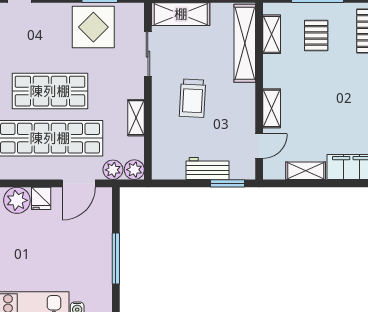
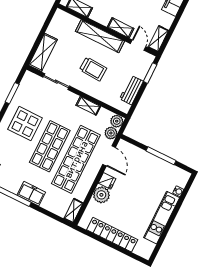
display table: (93, 27) -> (25, 124), moved
shelving: (245, 43) -> (100, 36), moved
workbench: (208, 169) -> (131, 90), moved
shelving: (306, 171) -> (158, 39), moved

